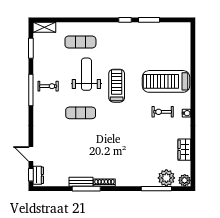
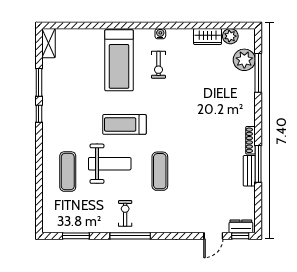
shelving: (44, 27) -> (49, 43), moved
weight bench: (86, 74) -> (110, 164), turned 180
plant: (185, 180) -> (230, 36), moved

